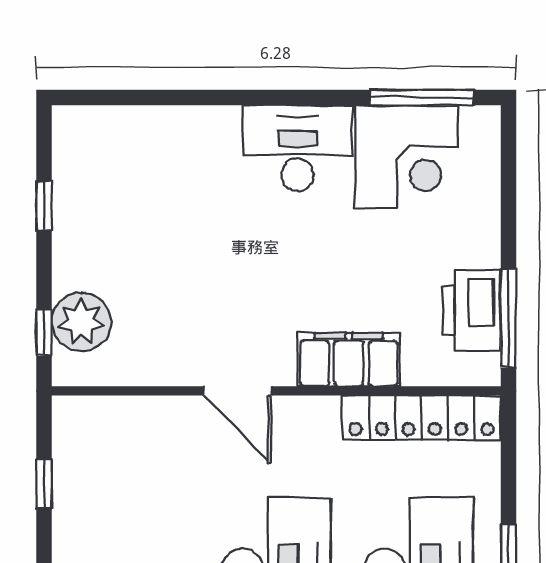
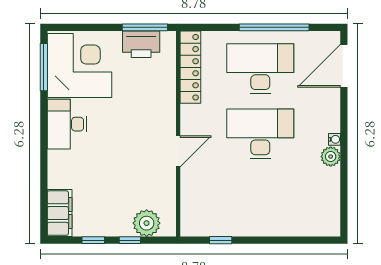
corner desk: (407, 157) -> (79, 65), width x1.36, depth x1.36
window: (44, 333) -> (130, 240), moved
filing cabinet: (349, 360) -> (60, 213), moved, turned 180

